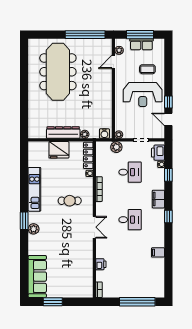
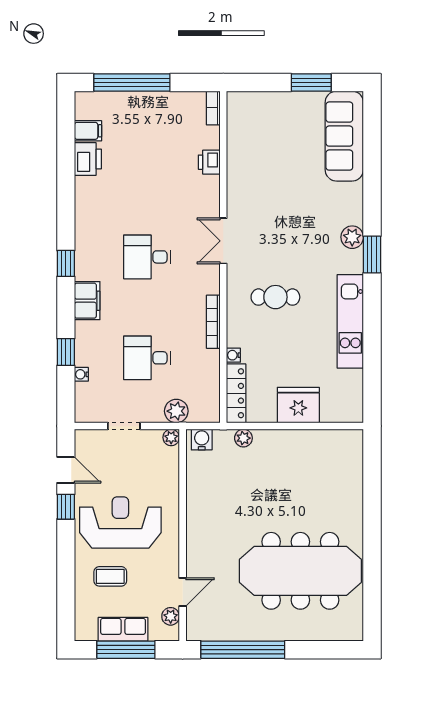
meeting table: (58, 72) -> (300, 571), turned 90
dresser: (63, 133) -> (289, 442), removed
printer: (158, 153) -> (88, 159), moved
filing cabinet: (158, 252) -> (88, 131), moved

